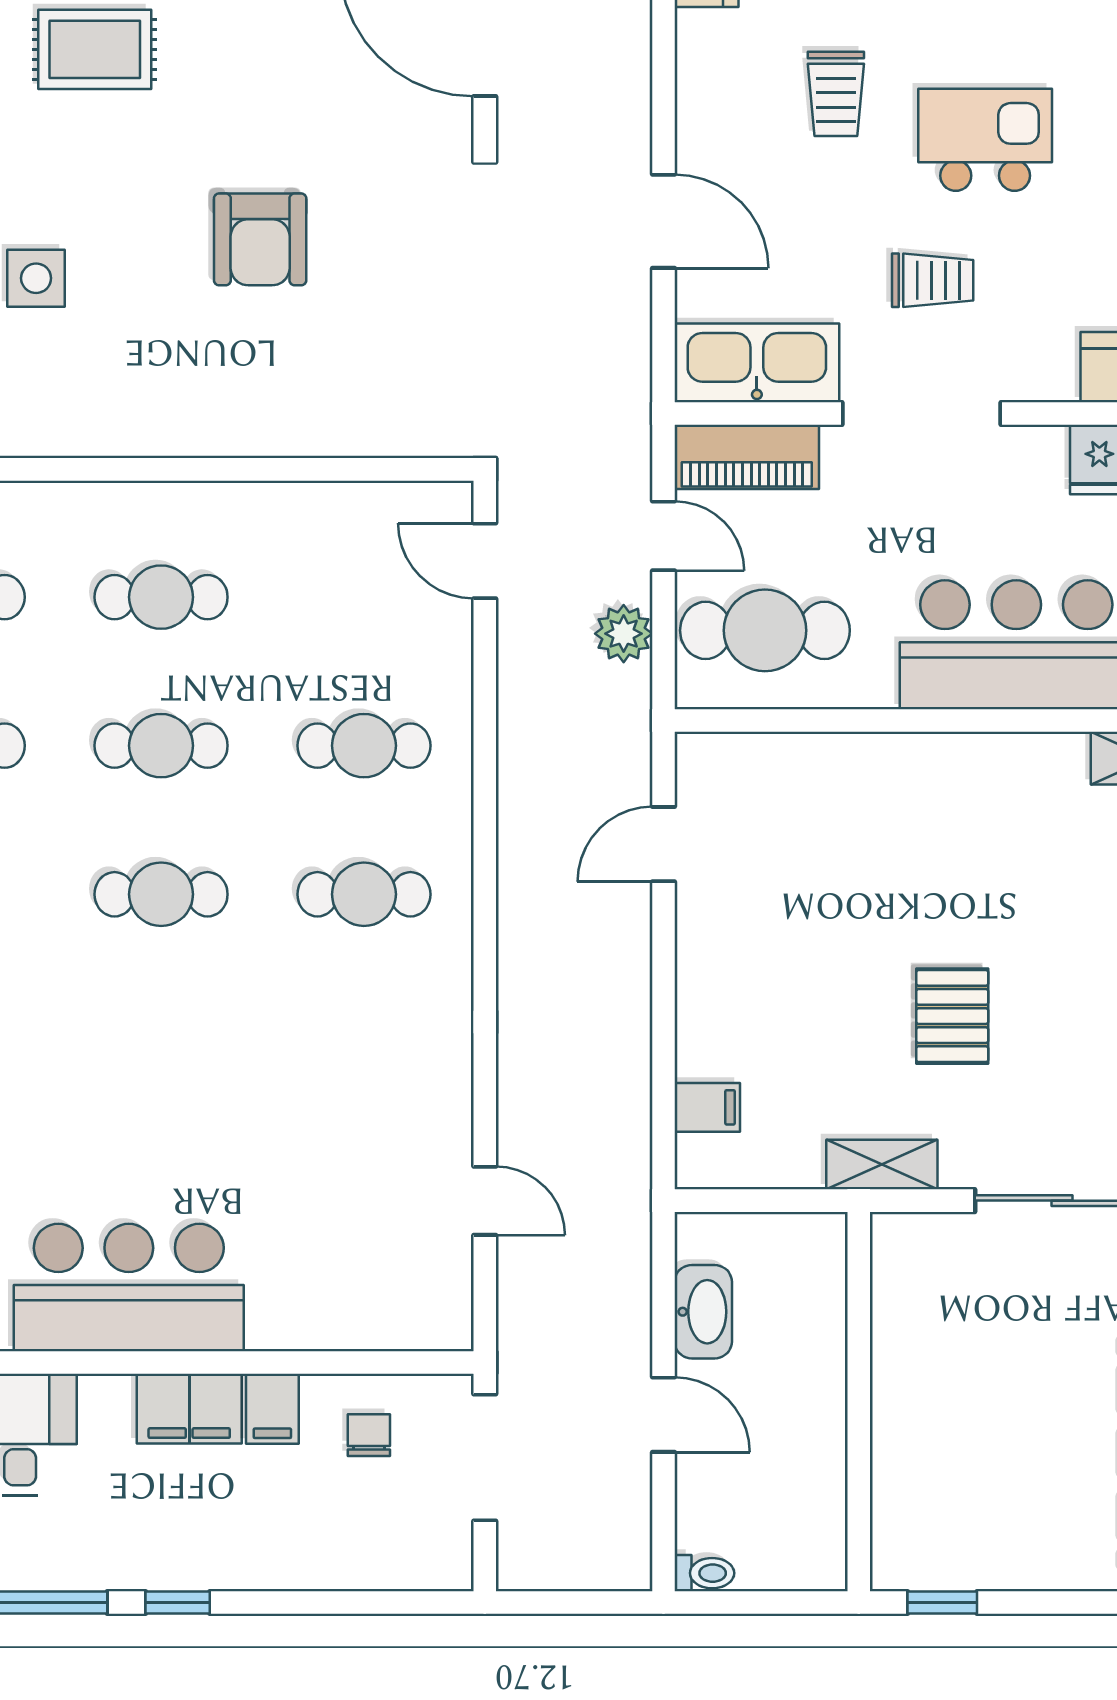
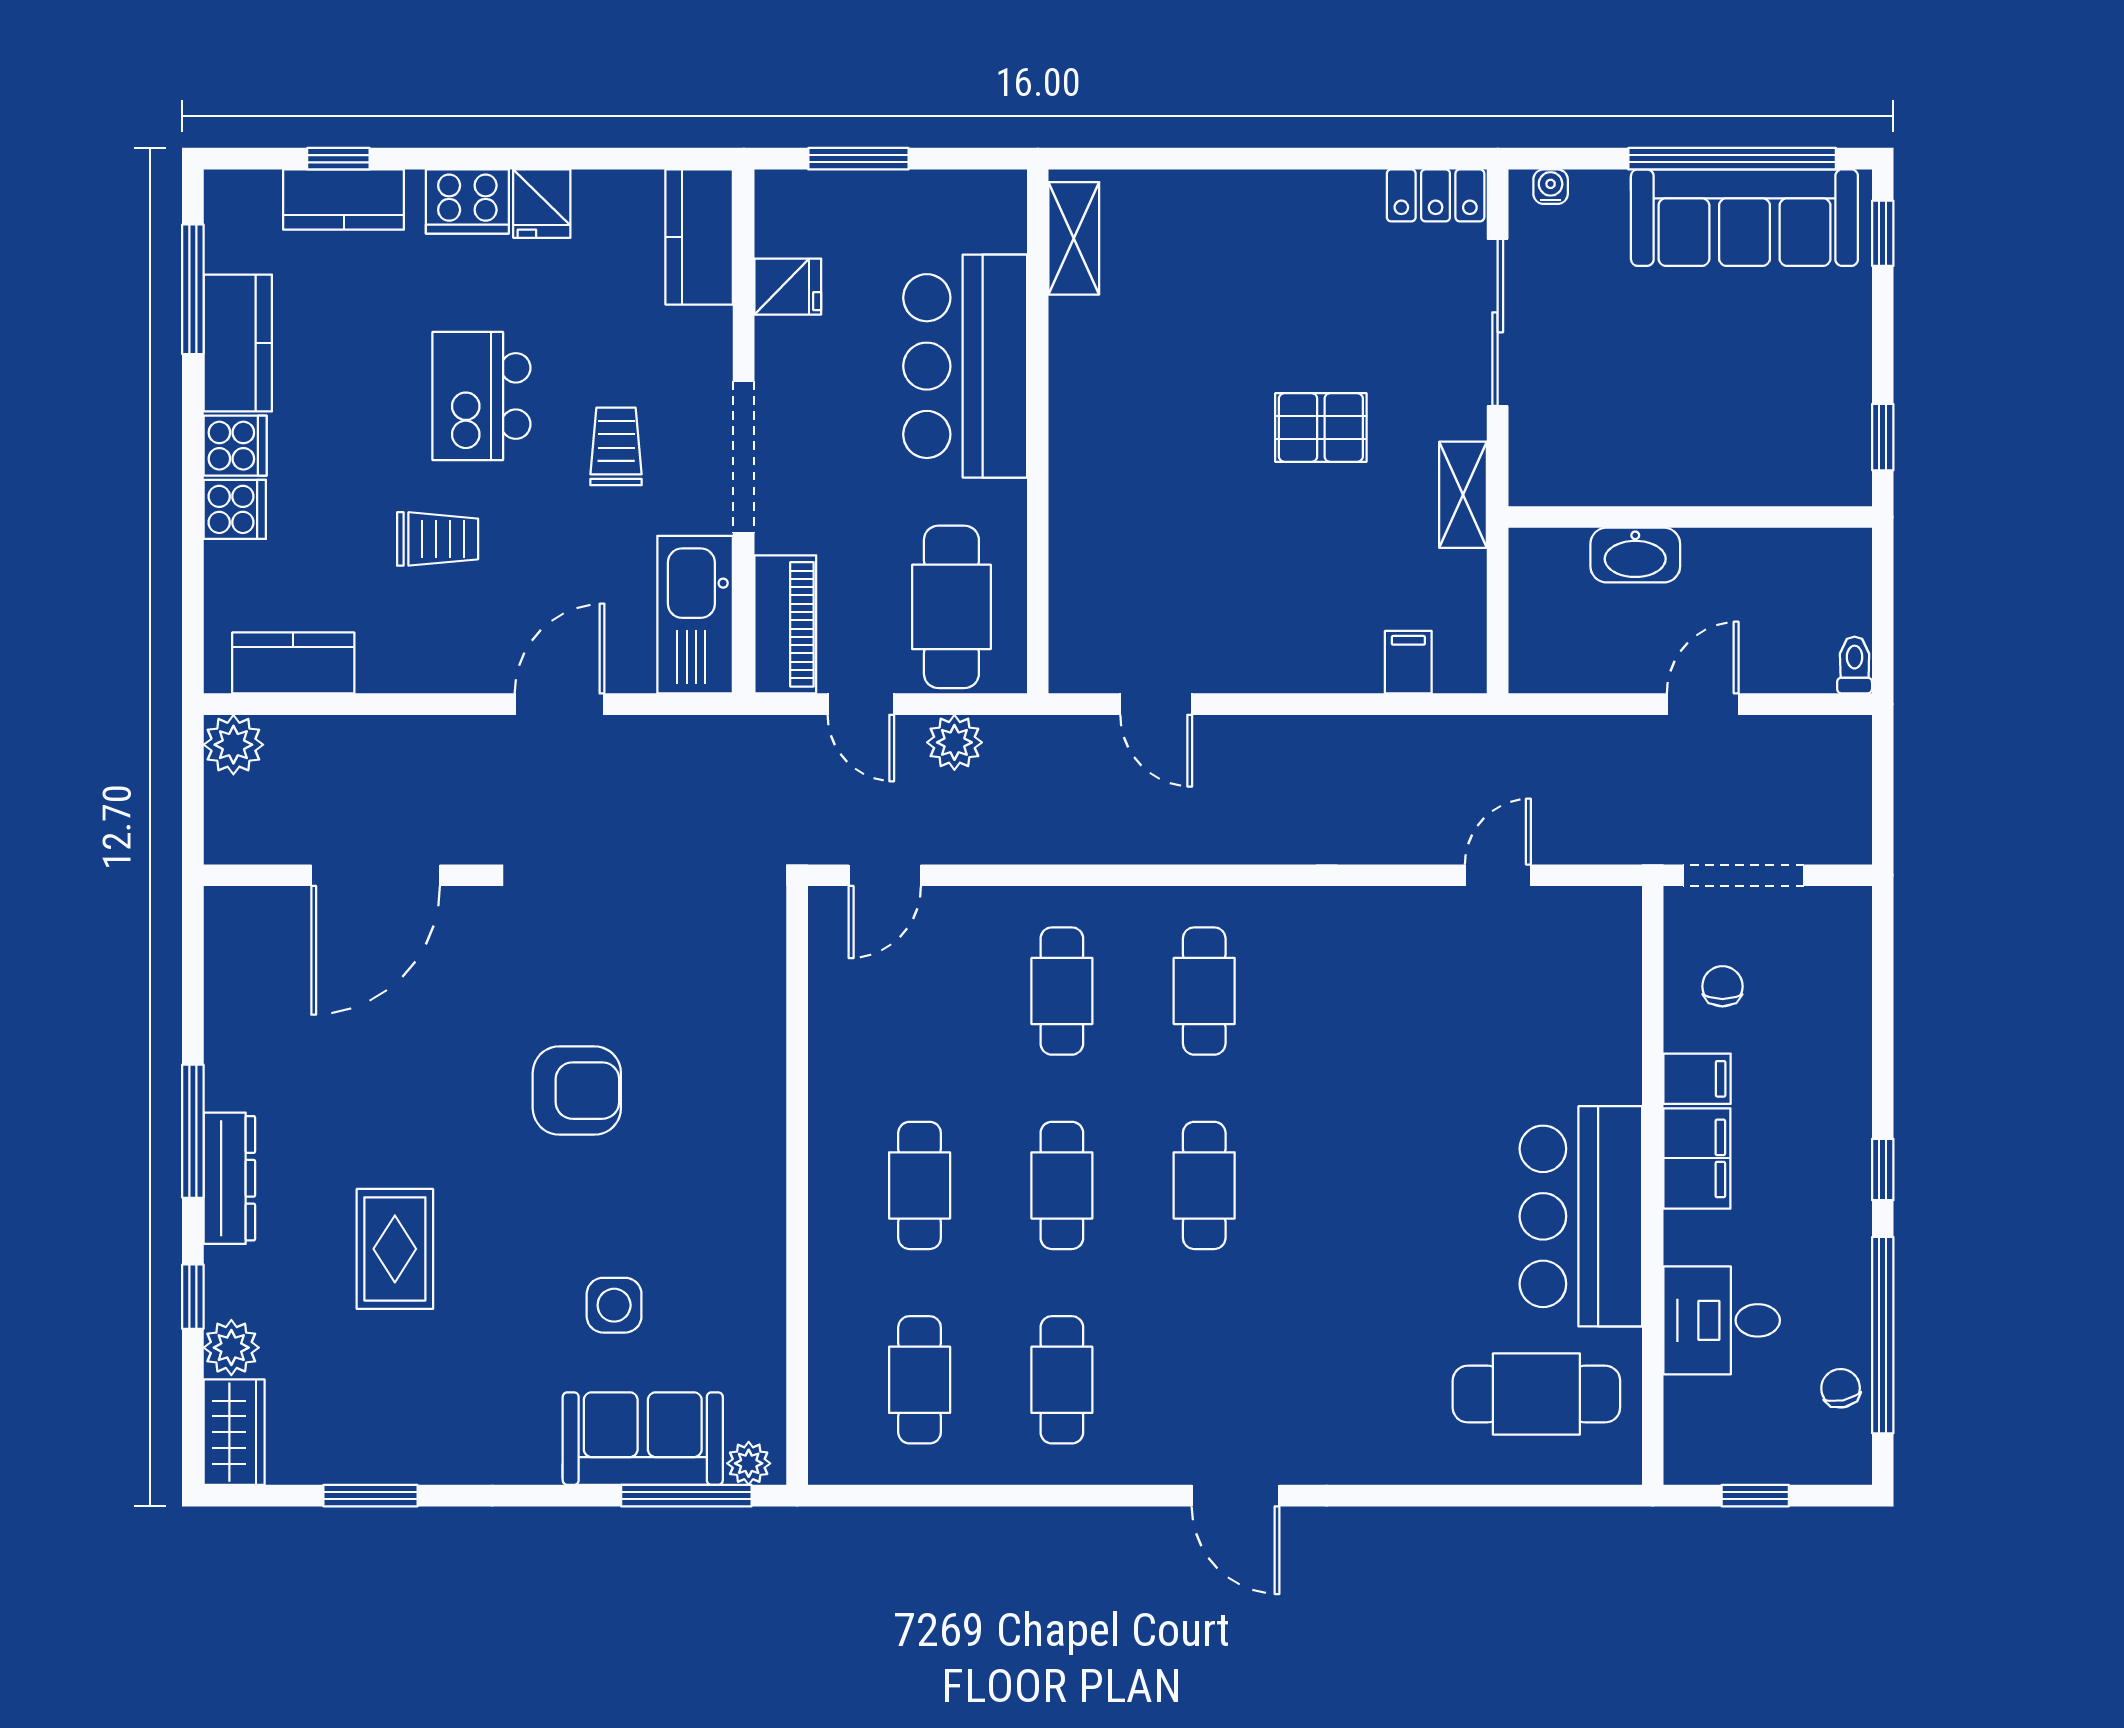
door: (663, 536) -> (861, 704), swing flipped
washbasin: (703, 1312) -> (1635, 555), moved, turned 180
chair: (369, 1435) -> (1722, 986), turned 90

